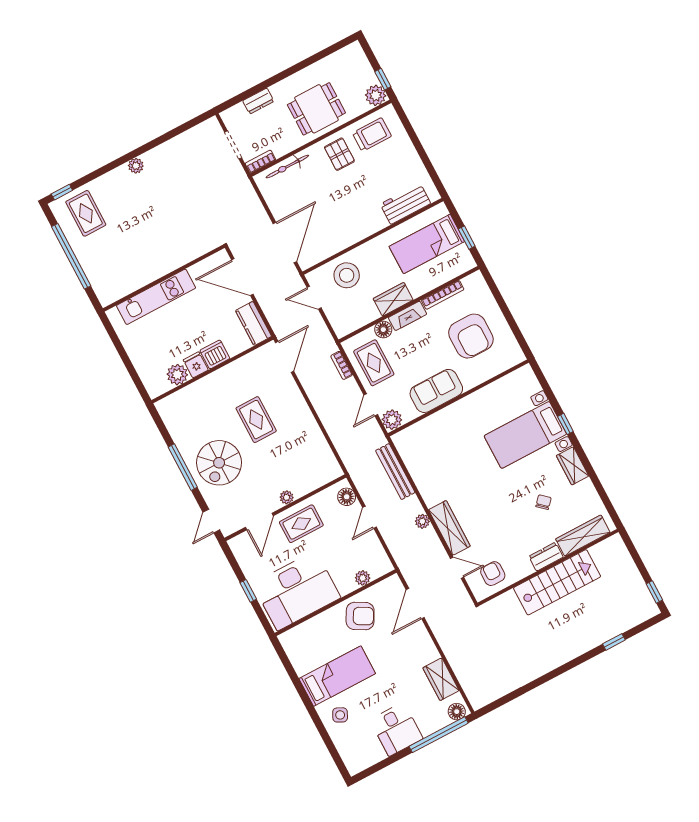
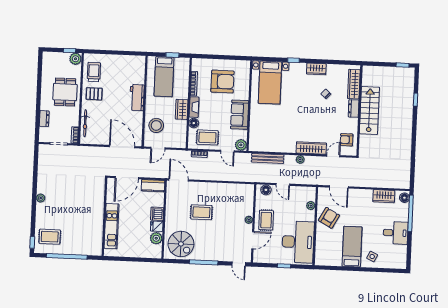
workbench: (405, 204) -> (137, 98), moved
bed with nightstands: (525, 435) -> (270, 83), moved
spiral stairs: (219, 463) -> (181, 244), moved
door: (259, 521) -> (253, 240), hinge flipped

